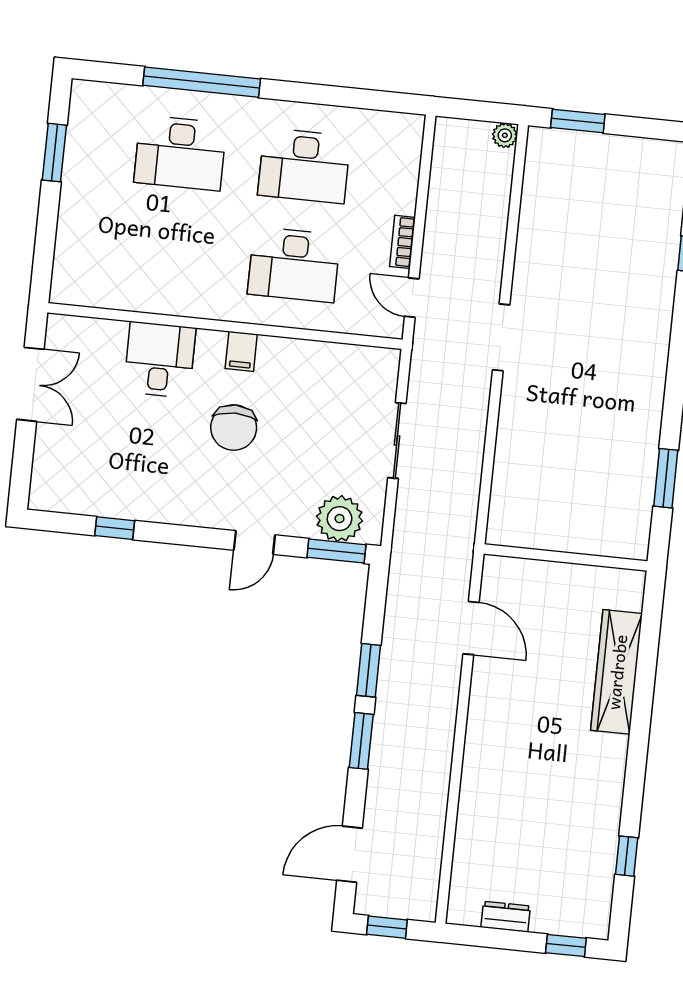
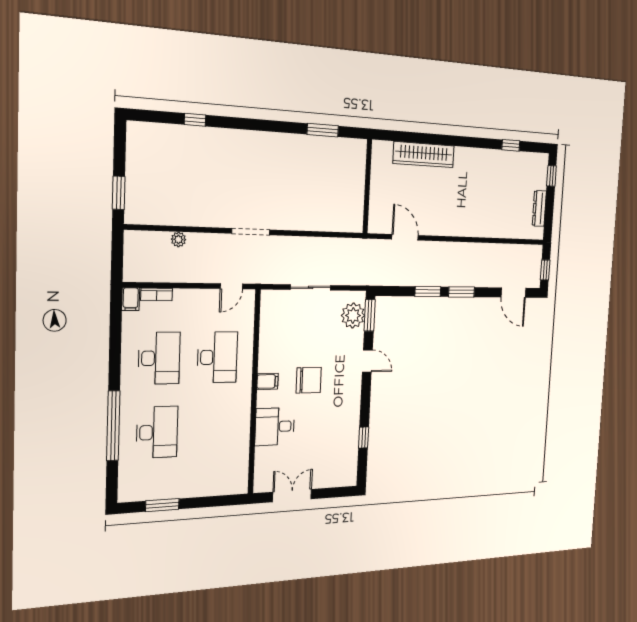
filing cabinet: (406, 127) -> (131, 299), added
plant: (505, 135) -> (178, 239), moved
bookcase: (402, 242) -> (157, 294), moved
door: (471, 628) -> (405, 237), hinge flipped
dresser: (506, 917) -> (539, 208), width x1.44

